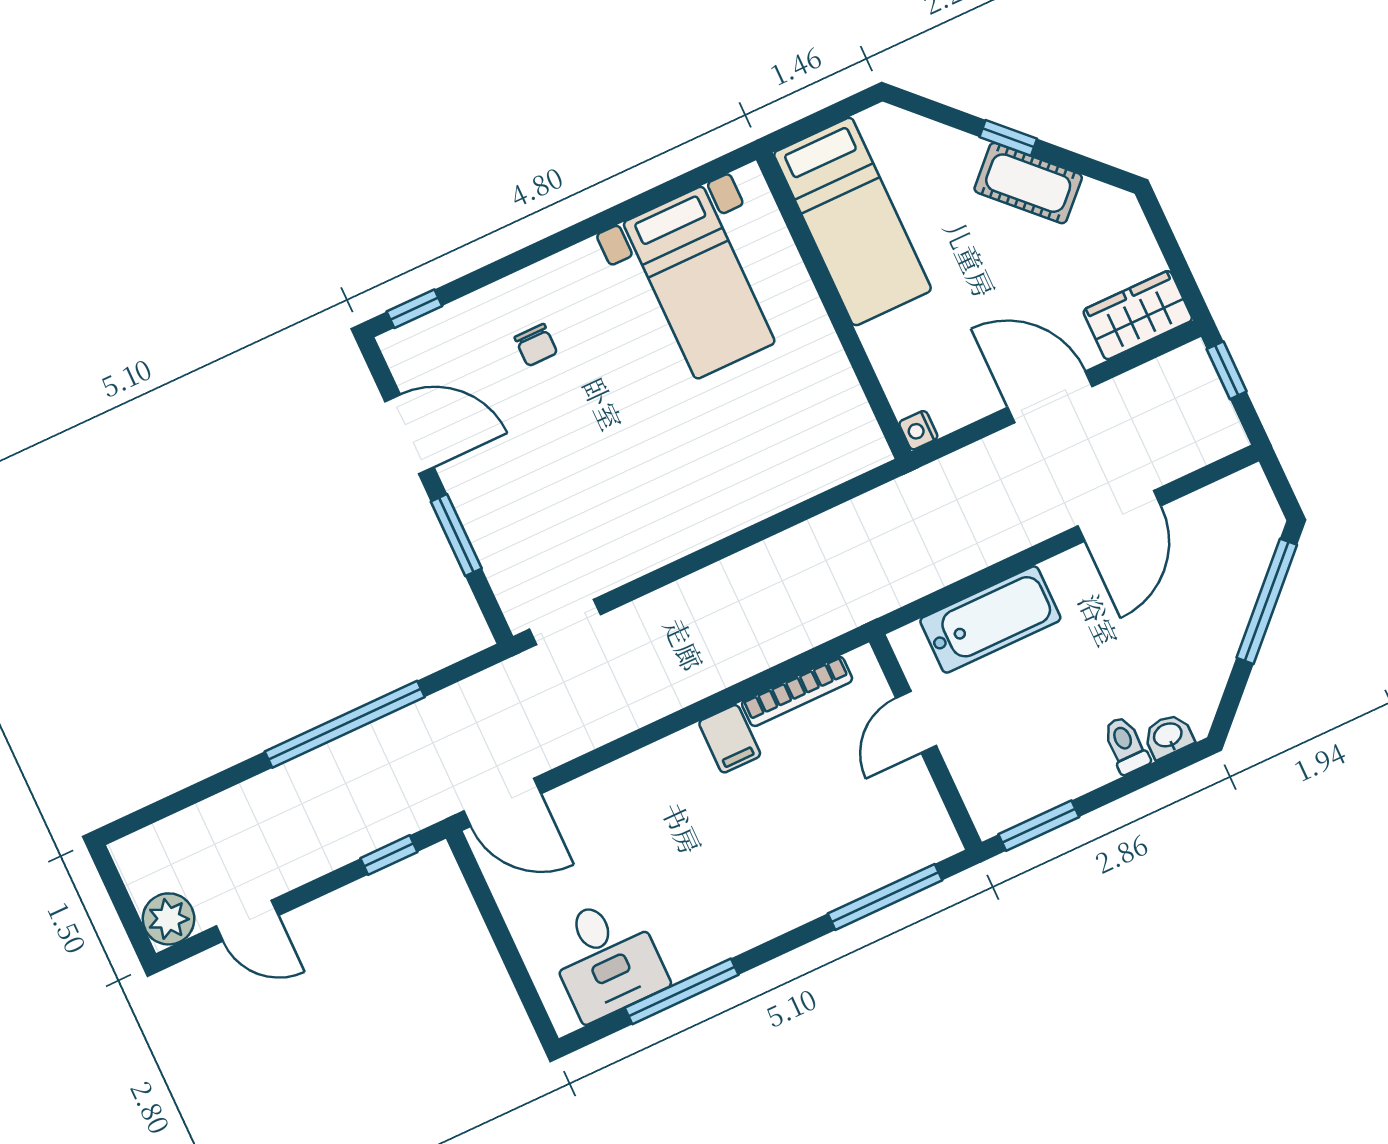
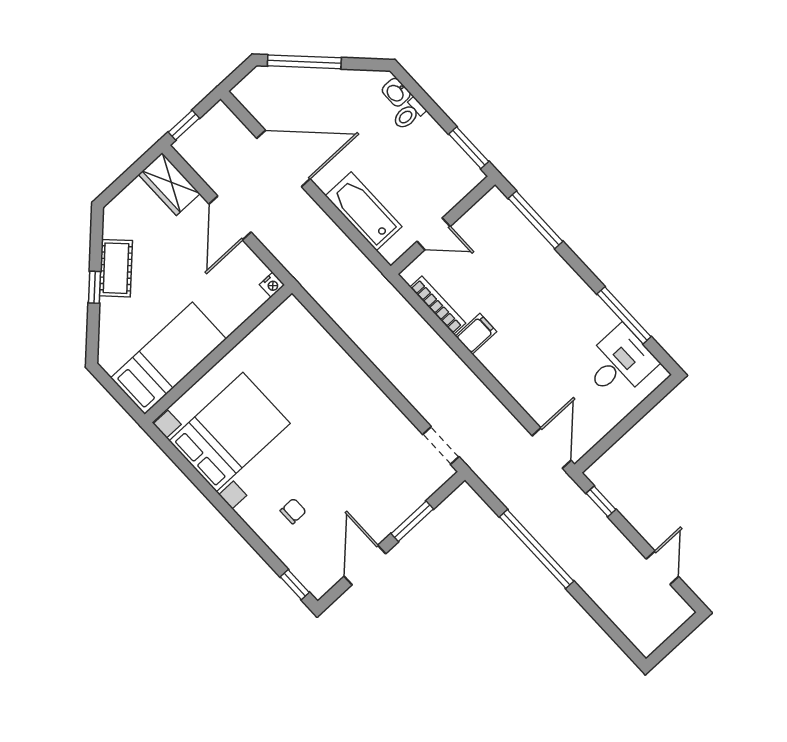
bed with nightstands: (699, 283) -> (230, 432), width x1.36
door: (1119, 516) -> (283, 158), width x1.36
plant: (169, 919) -> (675, 612), removed

